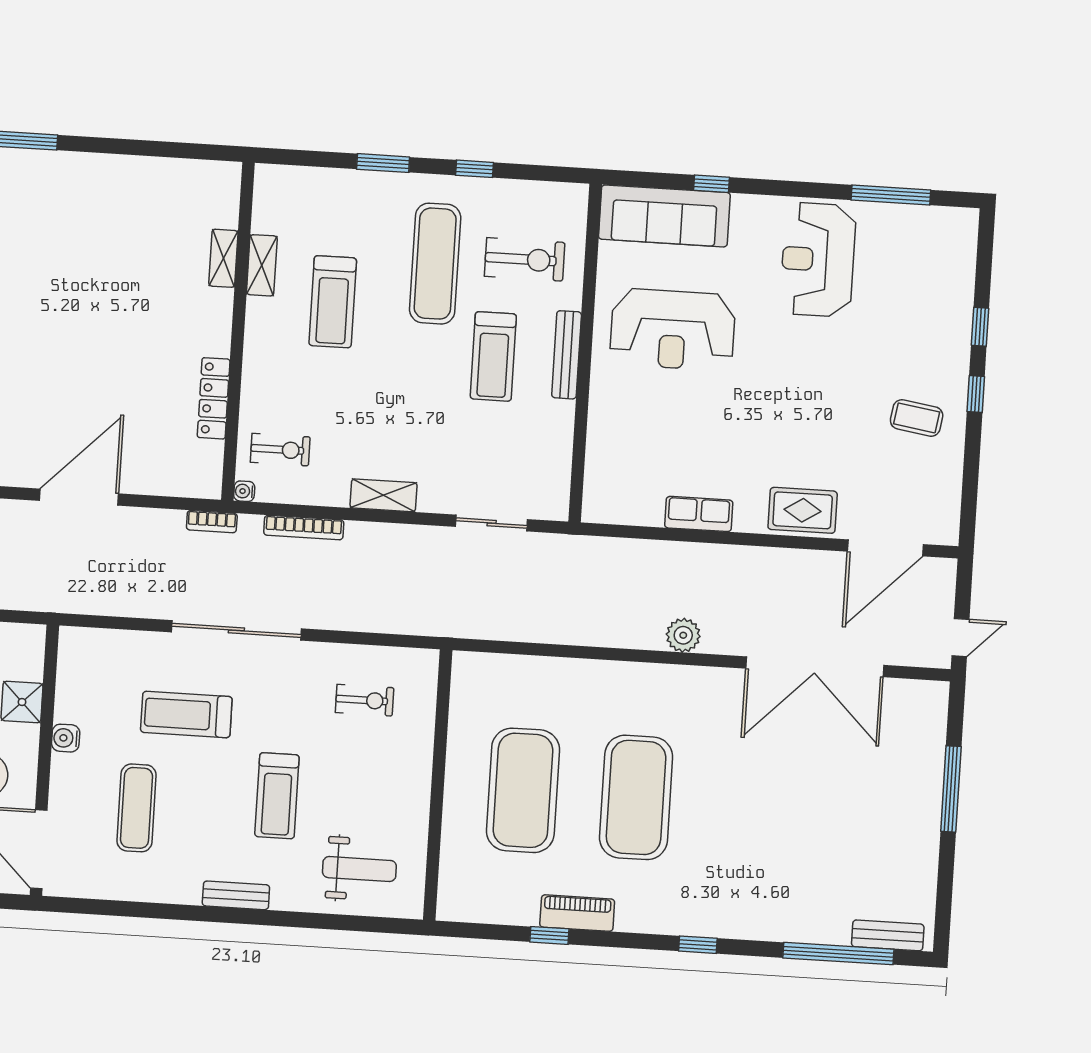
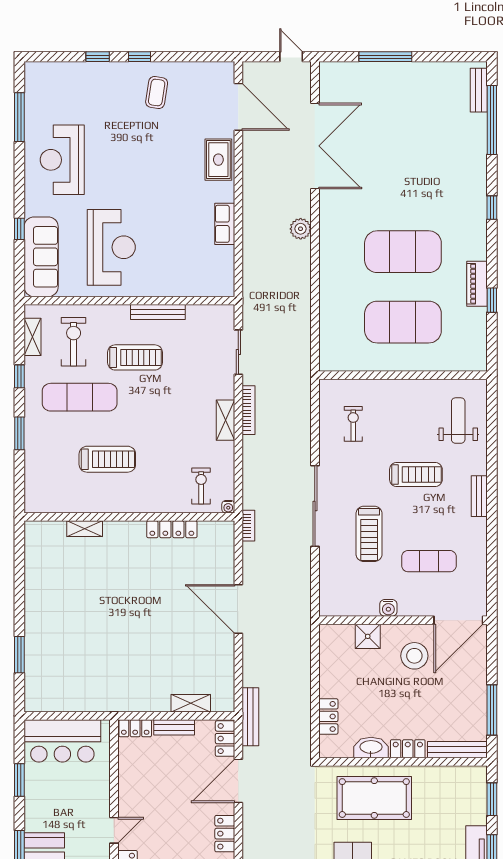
reception desk: (818, 260) -> (62, 160), turned 90
shelving: (262, 265) -> (33, 337), moved, turned 90
bench: (567, 355) -> (158, 312), moved
bookcase: (304, 528) -> (249, 410), moved

